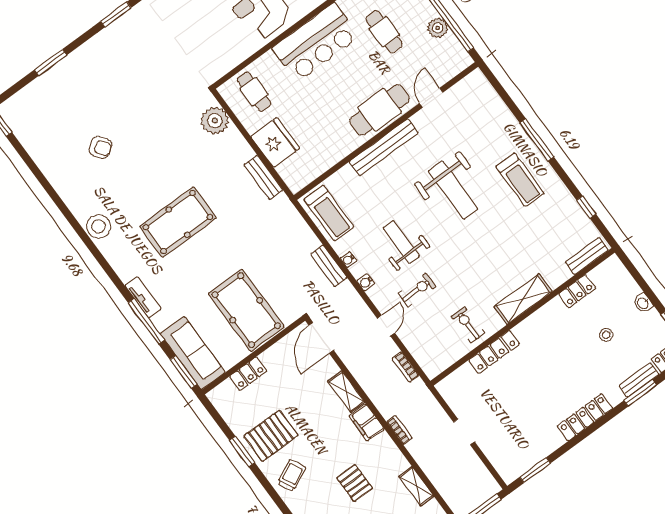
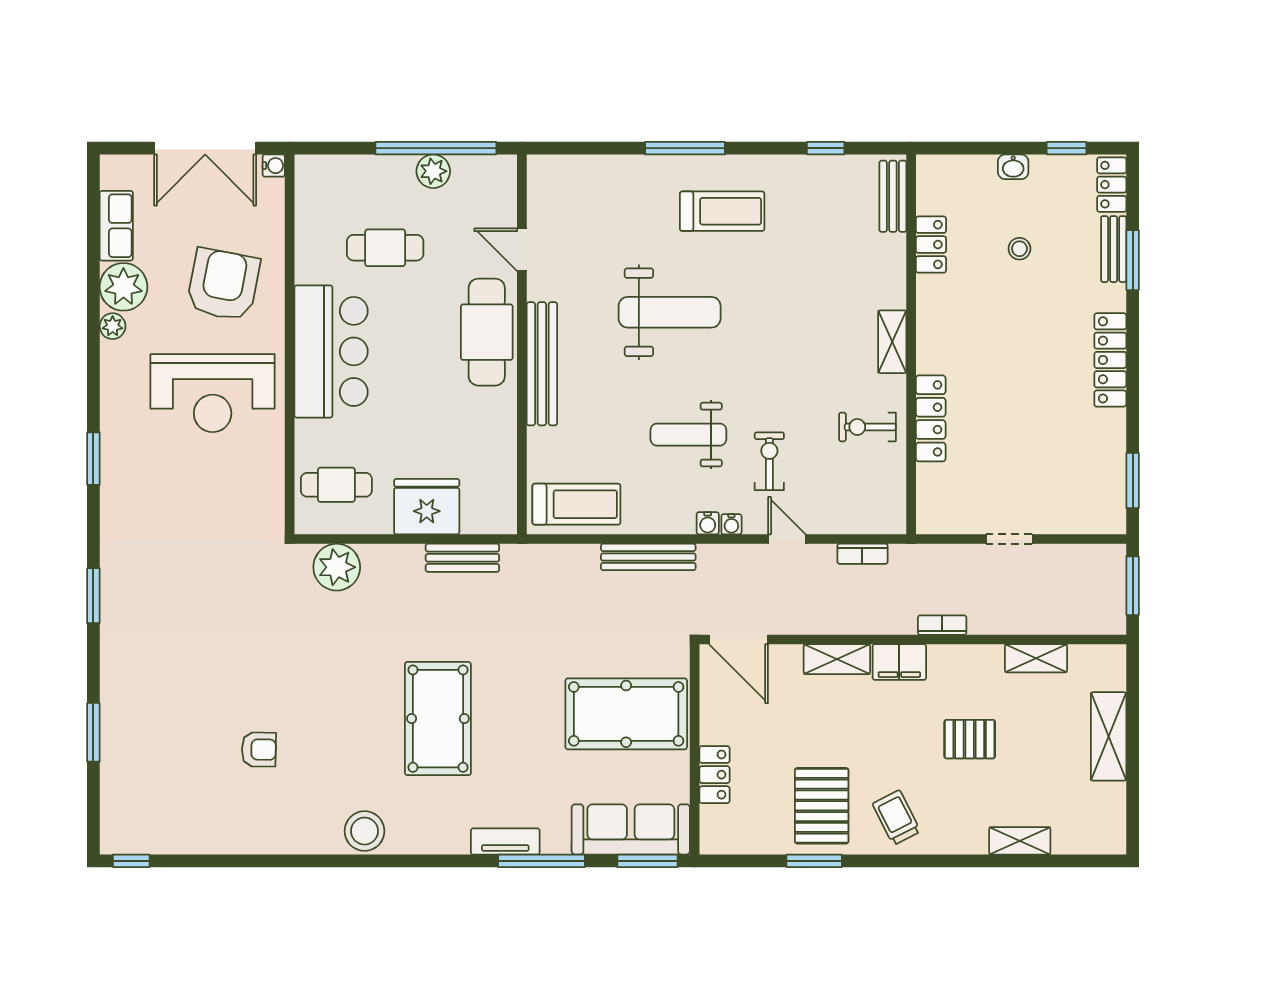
armchair: (100, 147) -> (259, 749), turned 37
water cooler: (348, 260) -> (731, 524), moved
bench: (329, 266) -> (648, 557), width x1.36
shelving: (523, 299) -> (892, 342), width x0.67, depth x0.75

